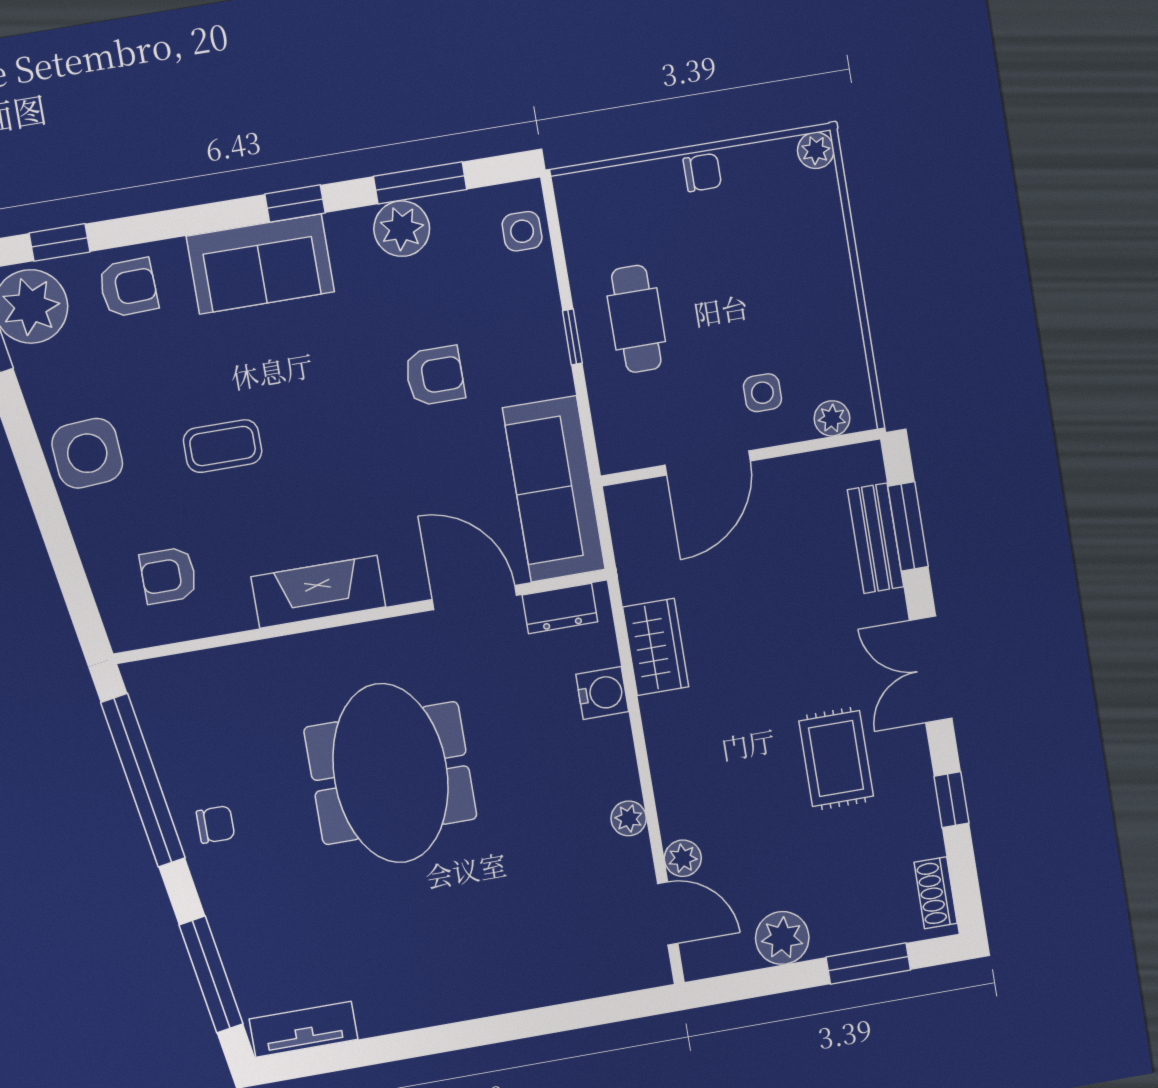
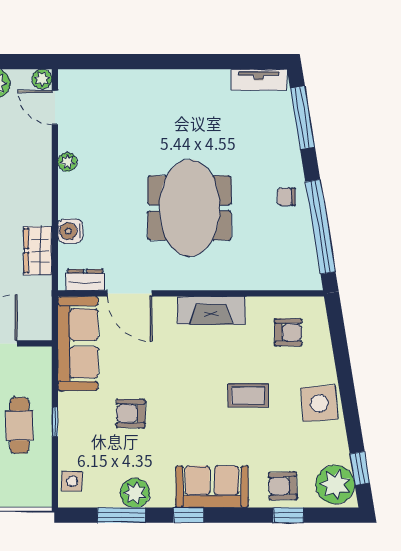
window: (60, 242) -> (288, 515), moved
plant: (683, 858) -> (42, 79), moved

